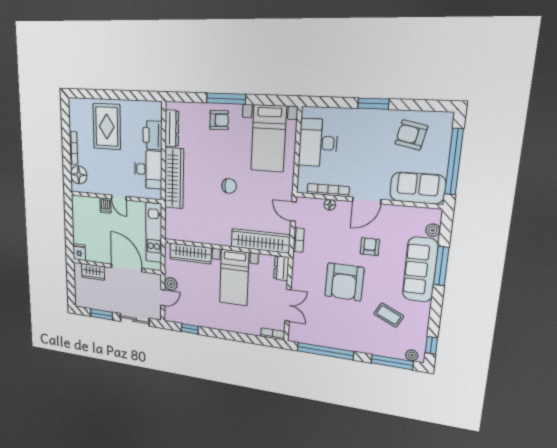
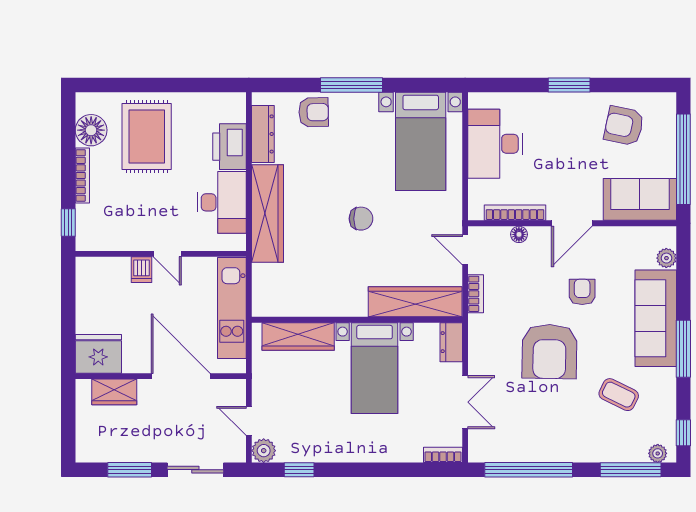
armchair: (219, 120) -> (314, 112), moved
window: (67, 175) -> (68, 222), added
floor lamp: (79, 175) -> (91, 130), moved
fridge: (79, 252) -> (98, 354), width x1.88, depth x1.34
window: (441, 266) -> (683, 349), moved
plant: (171, 284) -> (264, 451), moved
door: (163, 298) -> (249, 421), swing flipped

